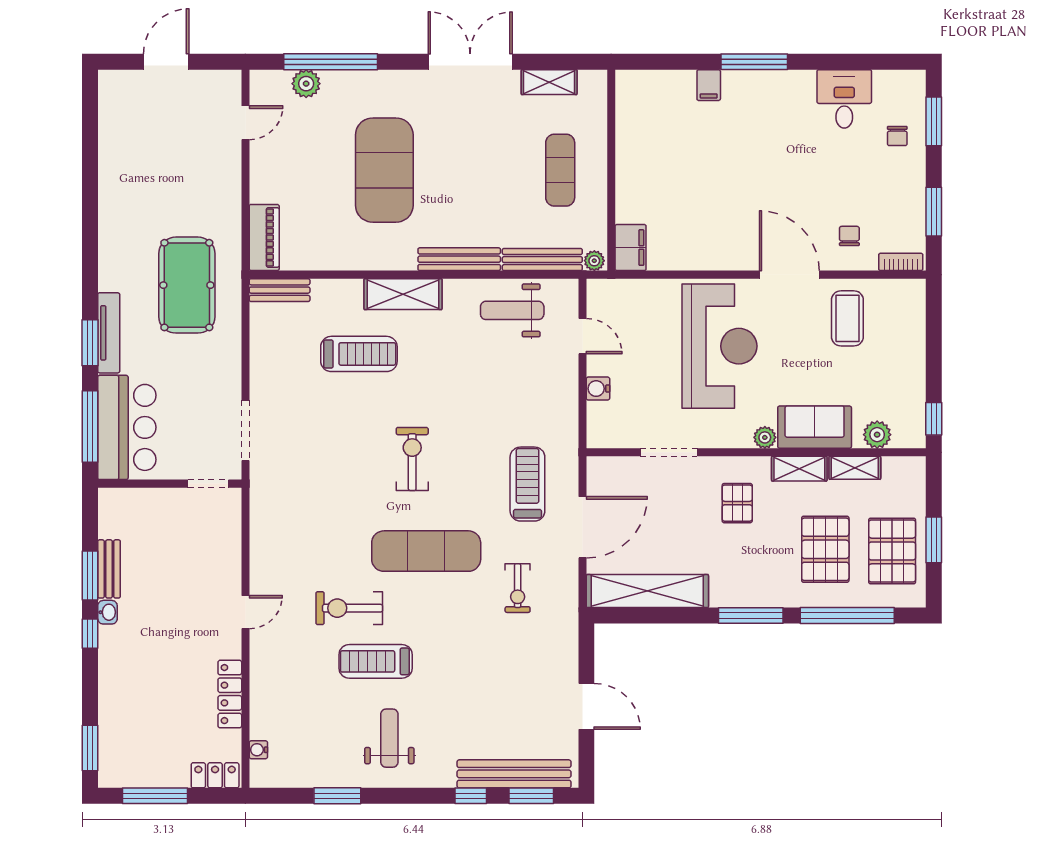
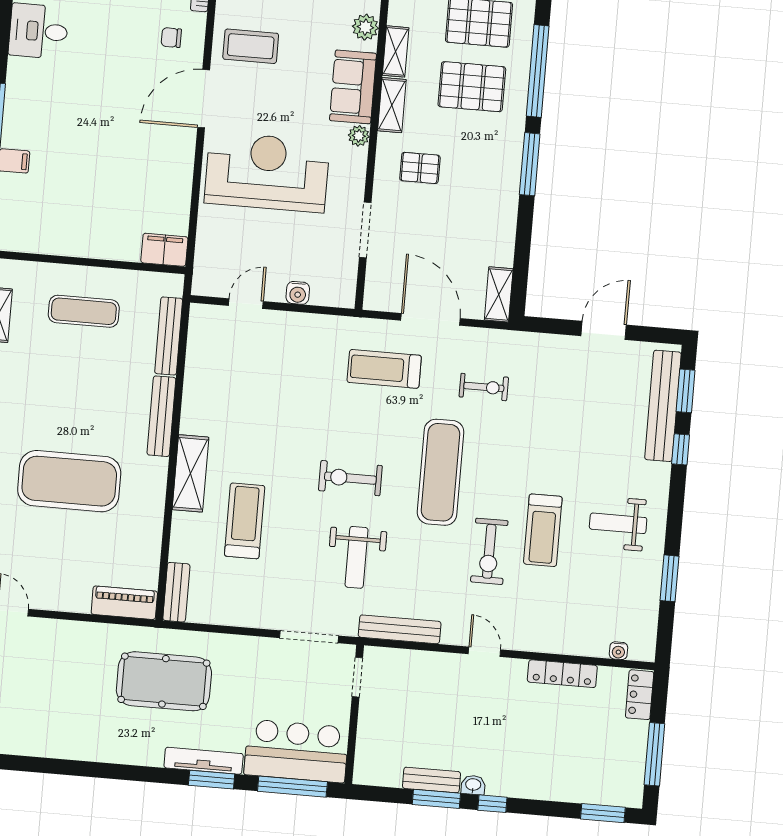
plant: (594, 261) -> (174, 286), removed
weight bench: (512, 310) -> (357, 557), moved
bench: (261, 523) -> (400, 629), added
shelving: (647, 591) -> (499, 294), width x0.45, depth x0.75

